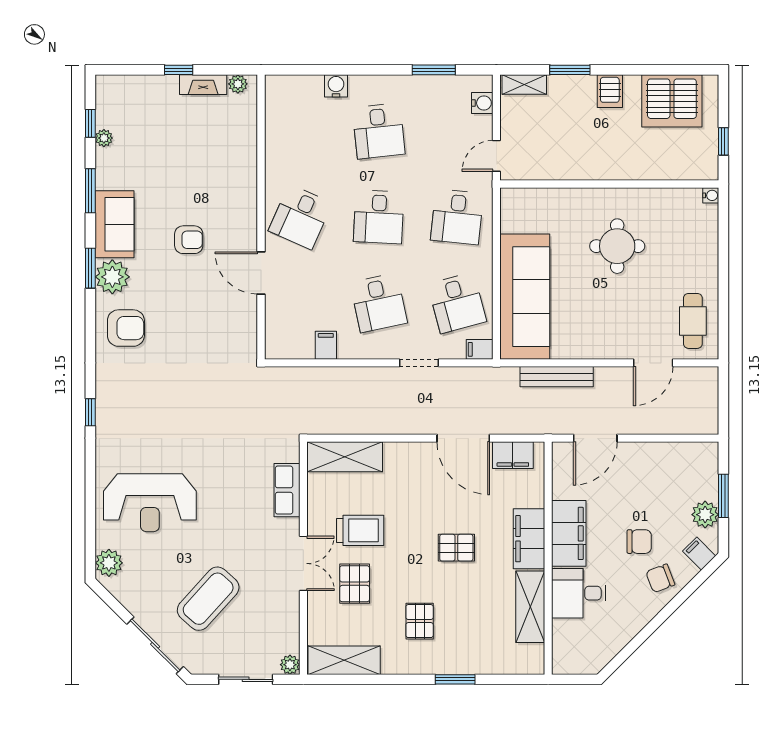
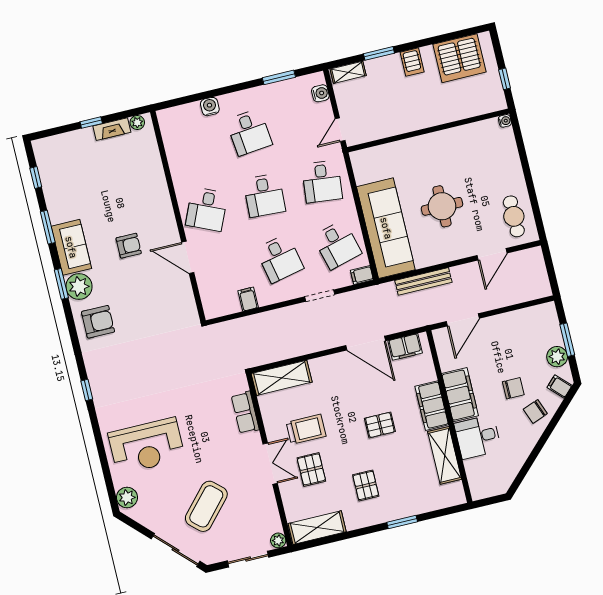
plant: (104, 138) -> (48, 186), removed
round table: (617, 246) -> (442, 206), moved

